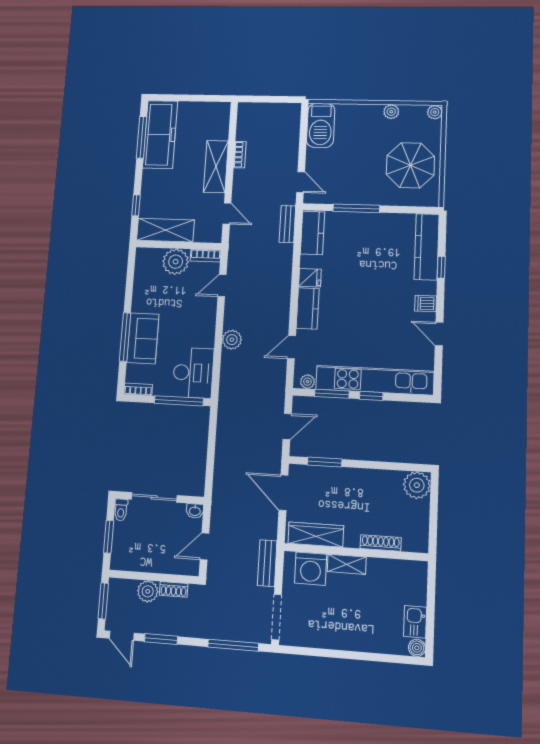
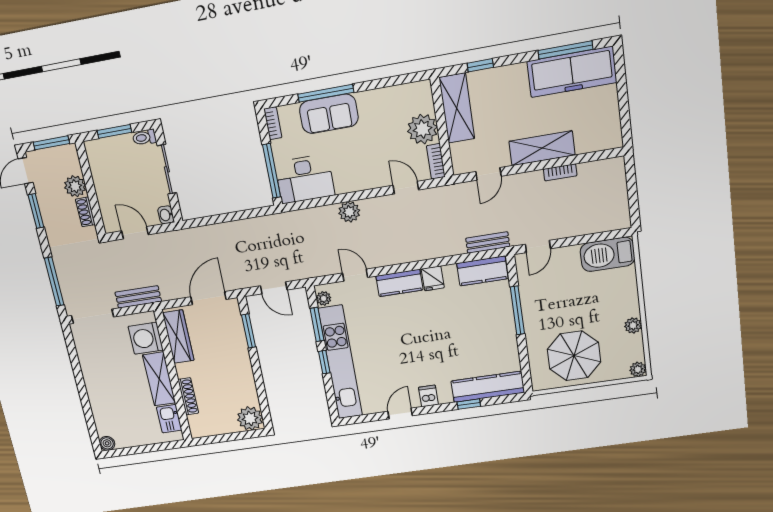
shelving: (347, 564) -> (159, 379), width x1.50, depth x1.33
kitchen sink: (415, 622) -> (169, 419), moved, turned -90

